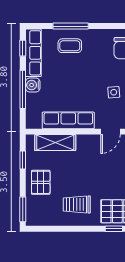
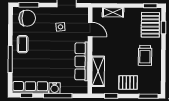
coffee table: (70, 46) -> (23, 44), moved

